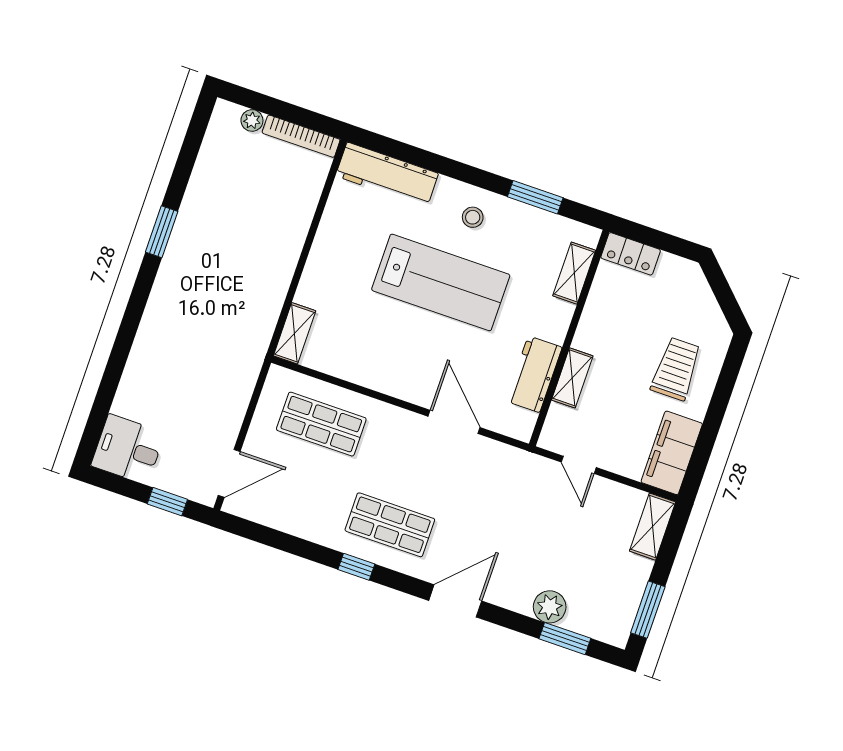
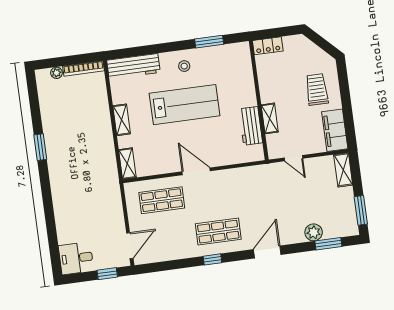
shelving: (574, 273) -> (122, 120), moved
door: (454, 422) -> (196, 171), moved

